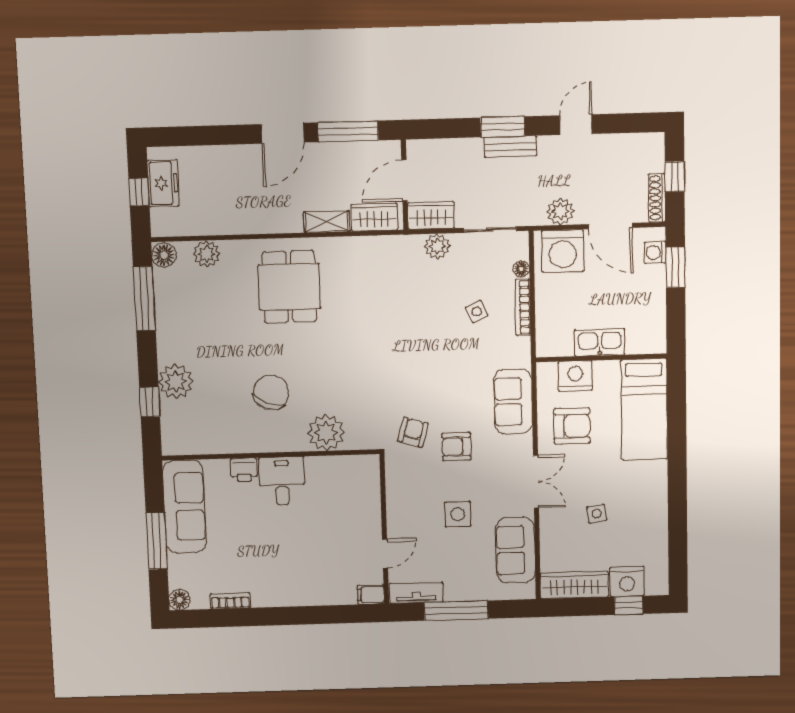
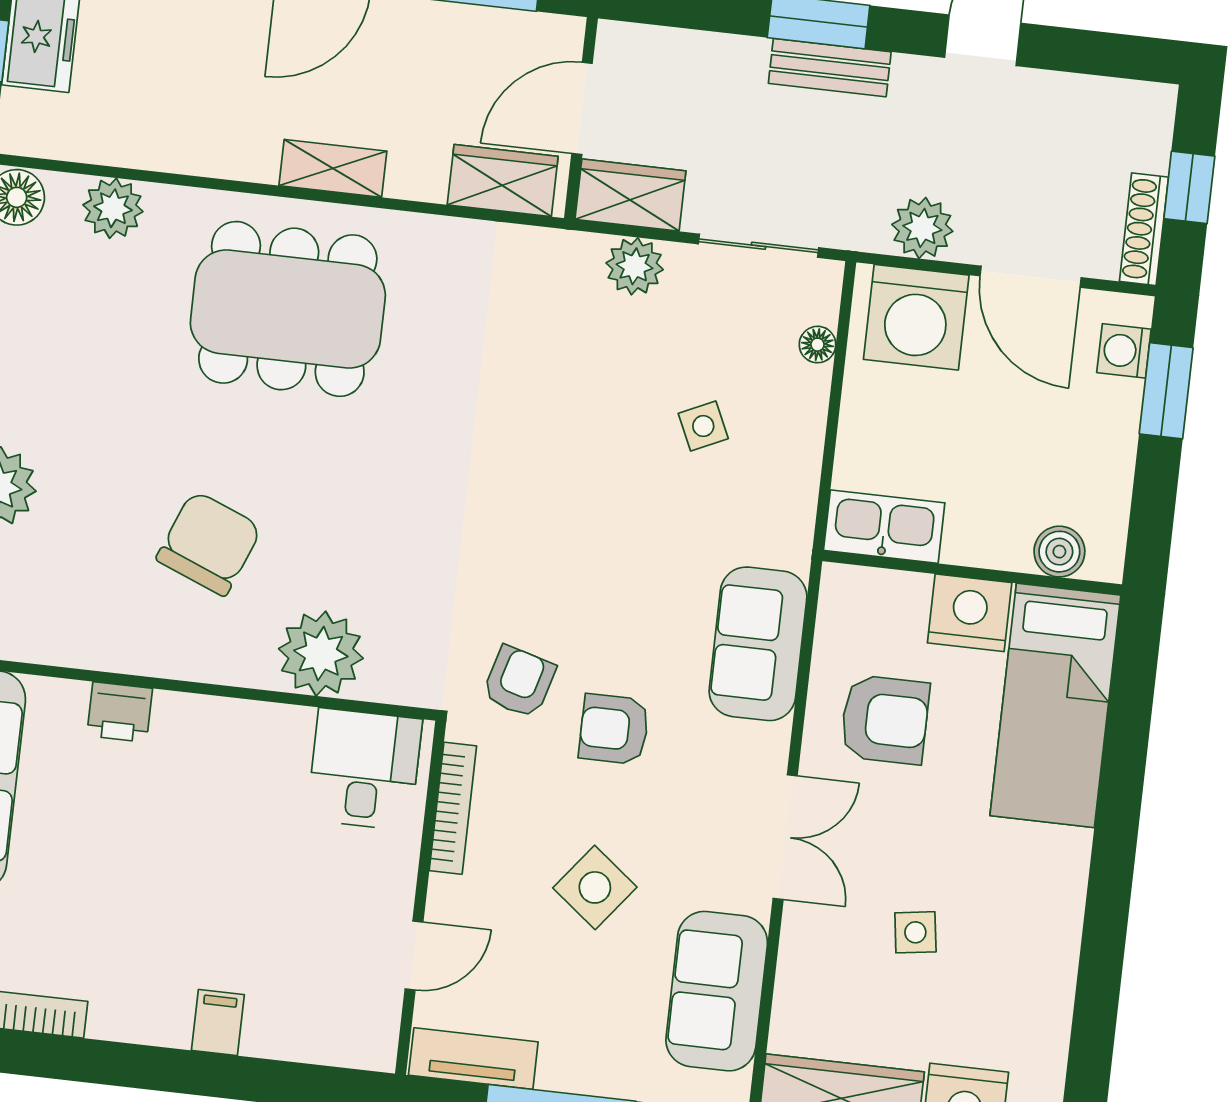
shelving: (327, 222) -> (333, 168), moved
dining table: (289, 287) -> (288, 309), width x1.37
bookcase: (523, 307) -> (453, 808), moved, turned 180
kitchen sink: (600, 342) -> (884, 527), moved
boiler: (638, 343) -> (1059, 552), added
nightstand: (575, 376) -> (970, 613), moved
desk: (282, 481) -> (364, 769), moved
side table: (458, 514) -> (595, 887), turned 38
filing cabinet: (371, 594) -> (218, 1023), moved, turned 90

